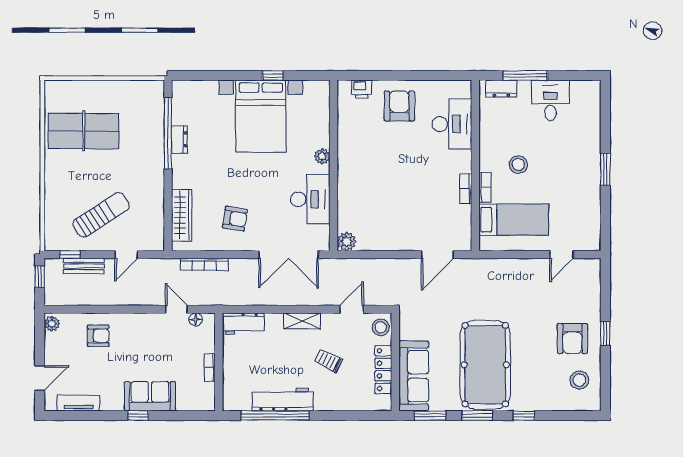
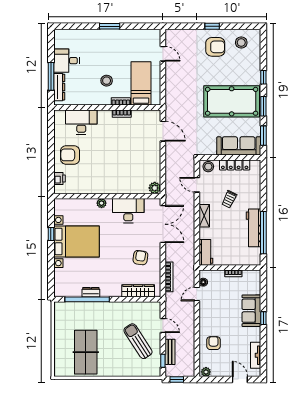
dresser: (501, 89) -> (59, 87), width x1.44

